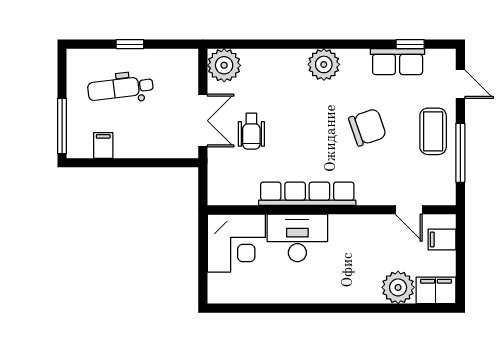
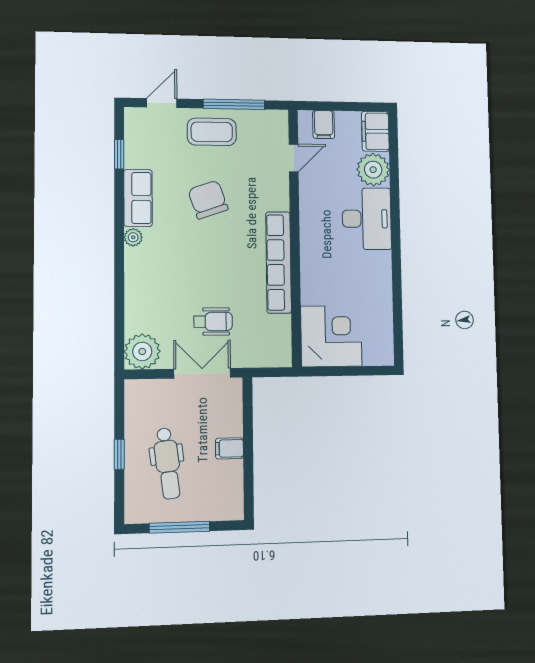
row of seats: (398, 62) -> (138, 198), moved
plant: (324, 64) -> (133, 237), width x0.53, depth x0.53
window: (62, 126) -> (179, 527), moved
filing cabinet: (103, 145) -> (229, 448), moved
desk: (297, 238) -> (367, 219), moved, turned 180

